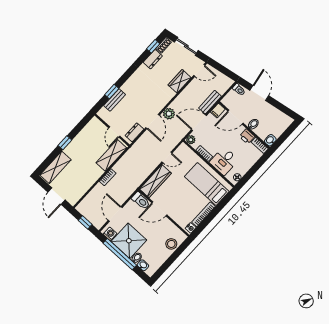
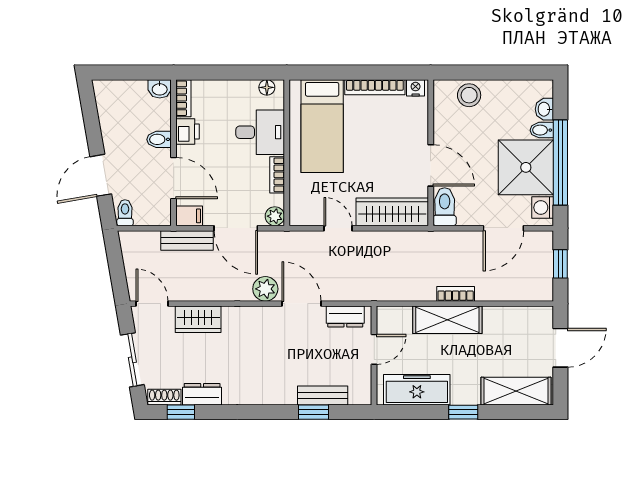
door: (153, 121) -> (302, 304), hinge flipped
freezer: (87, 134) -> (417, 390), added
shelving: (111, 155) -> (447, 320), moved

